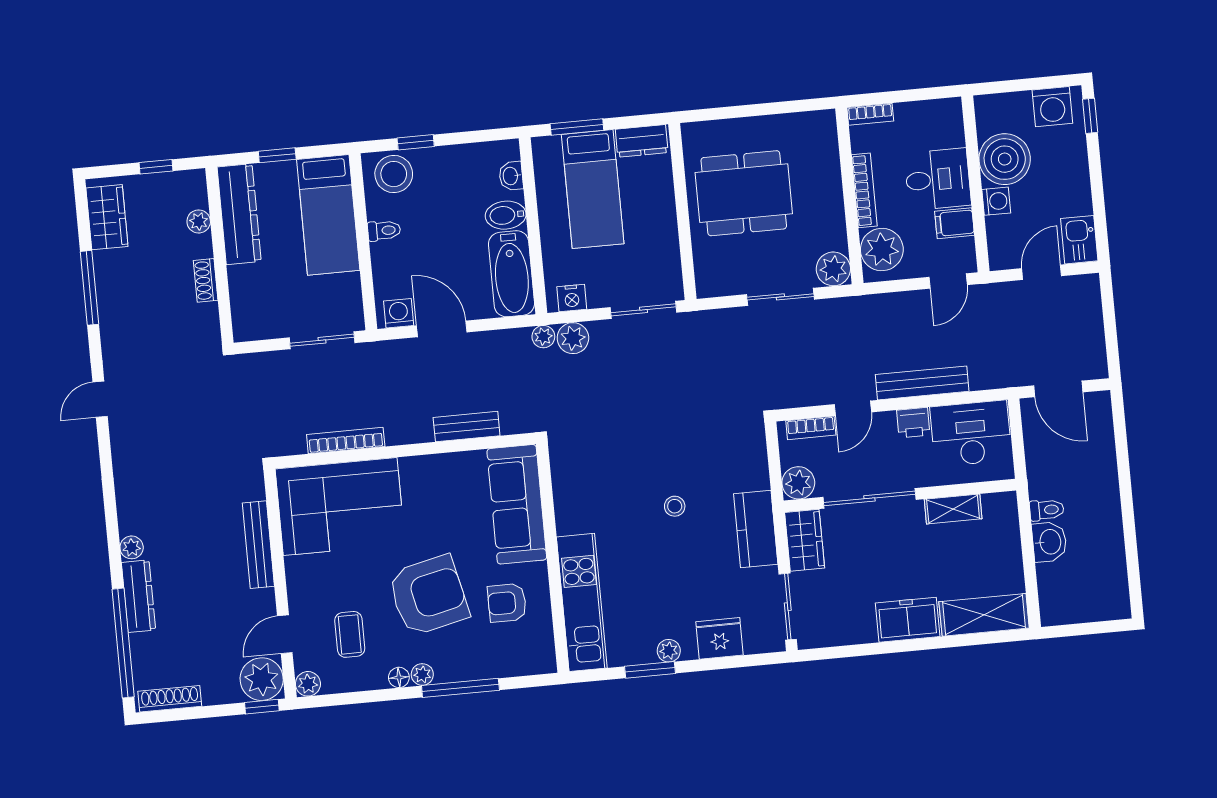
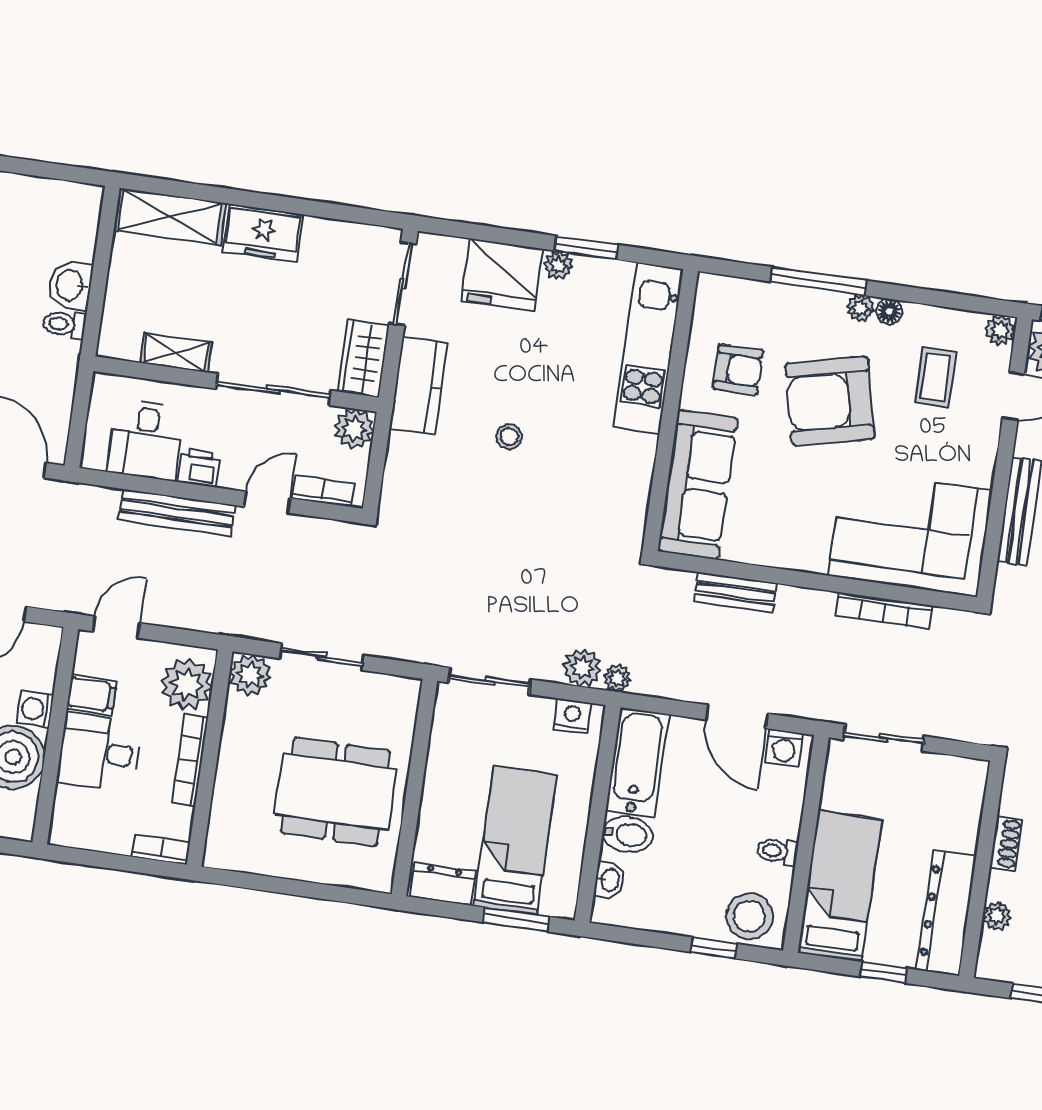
desk: (971, 433) -> (146, 440), width x0.73
fridge: (720, 638) -> (502, 275), width x1.36, depth x1.34

